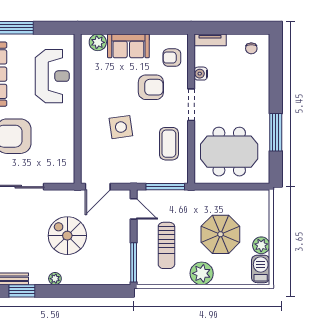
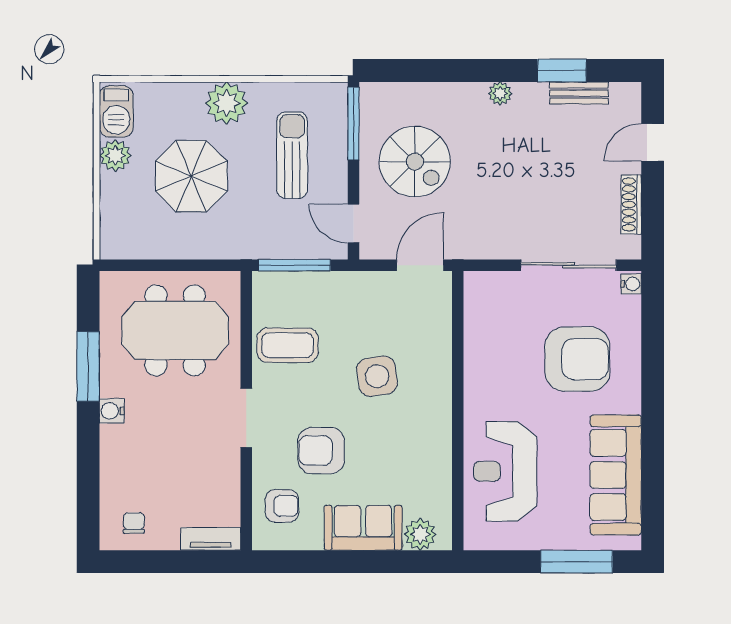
water cooler: (201, 74) -> (112, 411), moved, turned 180
coffee table: (169, 144) -> (287, 345), turned 90
spiral stairs: (67, 236) -> (415, 162), moved

